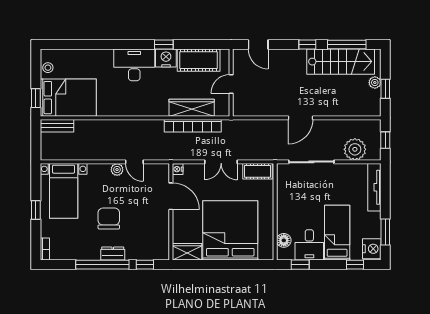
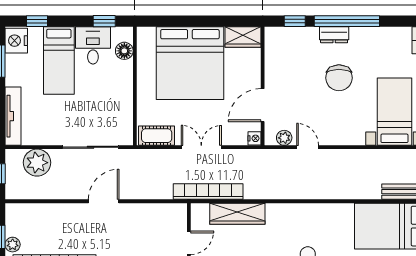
bookcase: (193, 126) -> (208, 192), moved
plant: (117, 170) -> (284, 138), moved
door: (171, 196) -> (263, 105), hinge flipped

